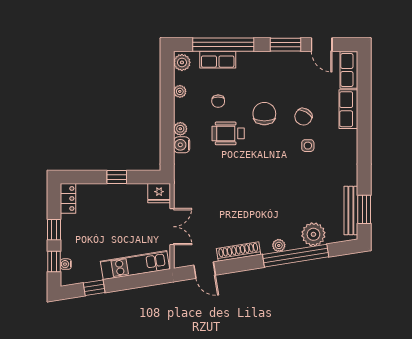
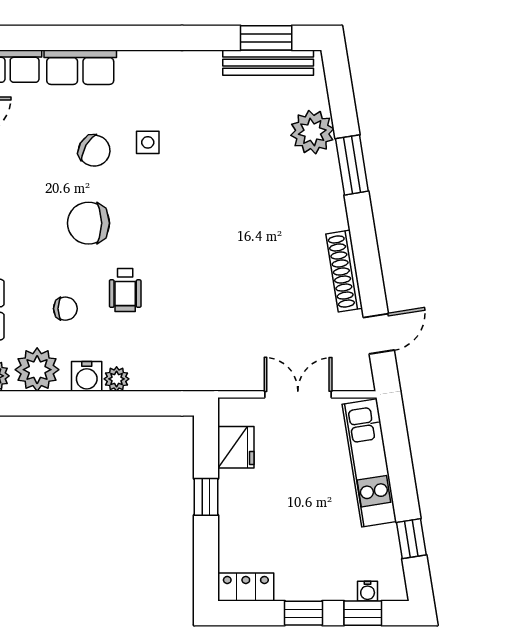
plant: (180, 91) -> (37, 370), width x1.88, depth x1.88
wheelchair: (228, 133) -> (125, 290), width x0.73, depth x0.73
water cooler: (182, 145) -> (87, 376), moved
fridge: (159, 193) -> (236, 447), moved
plant: (279, 245) -> (333, 196), removed
window: (296, 256) -> (352, 165), width x0.47

